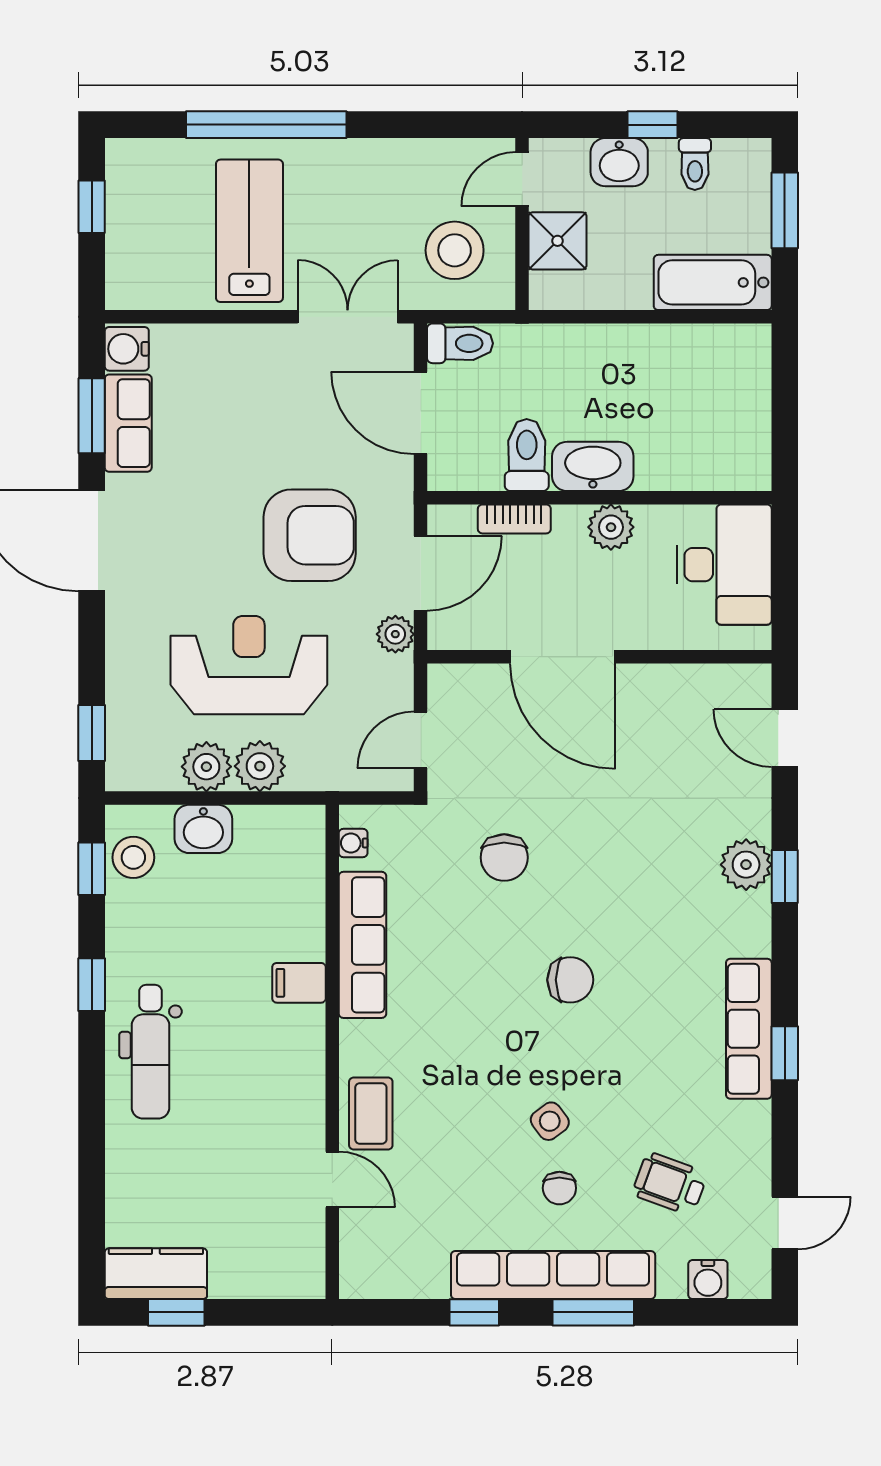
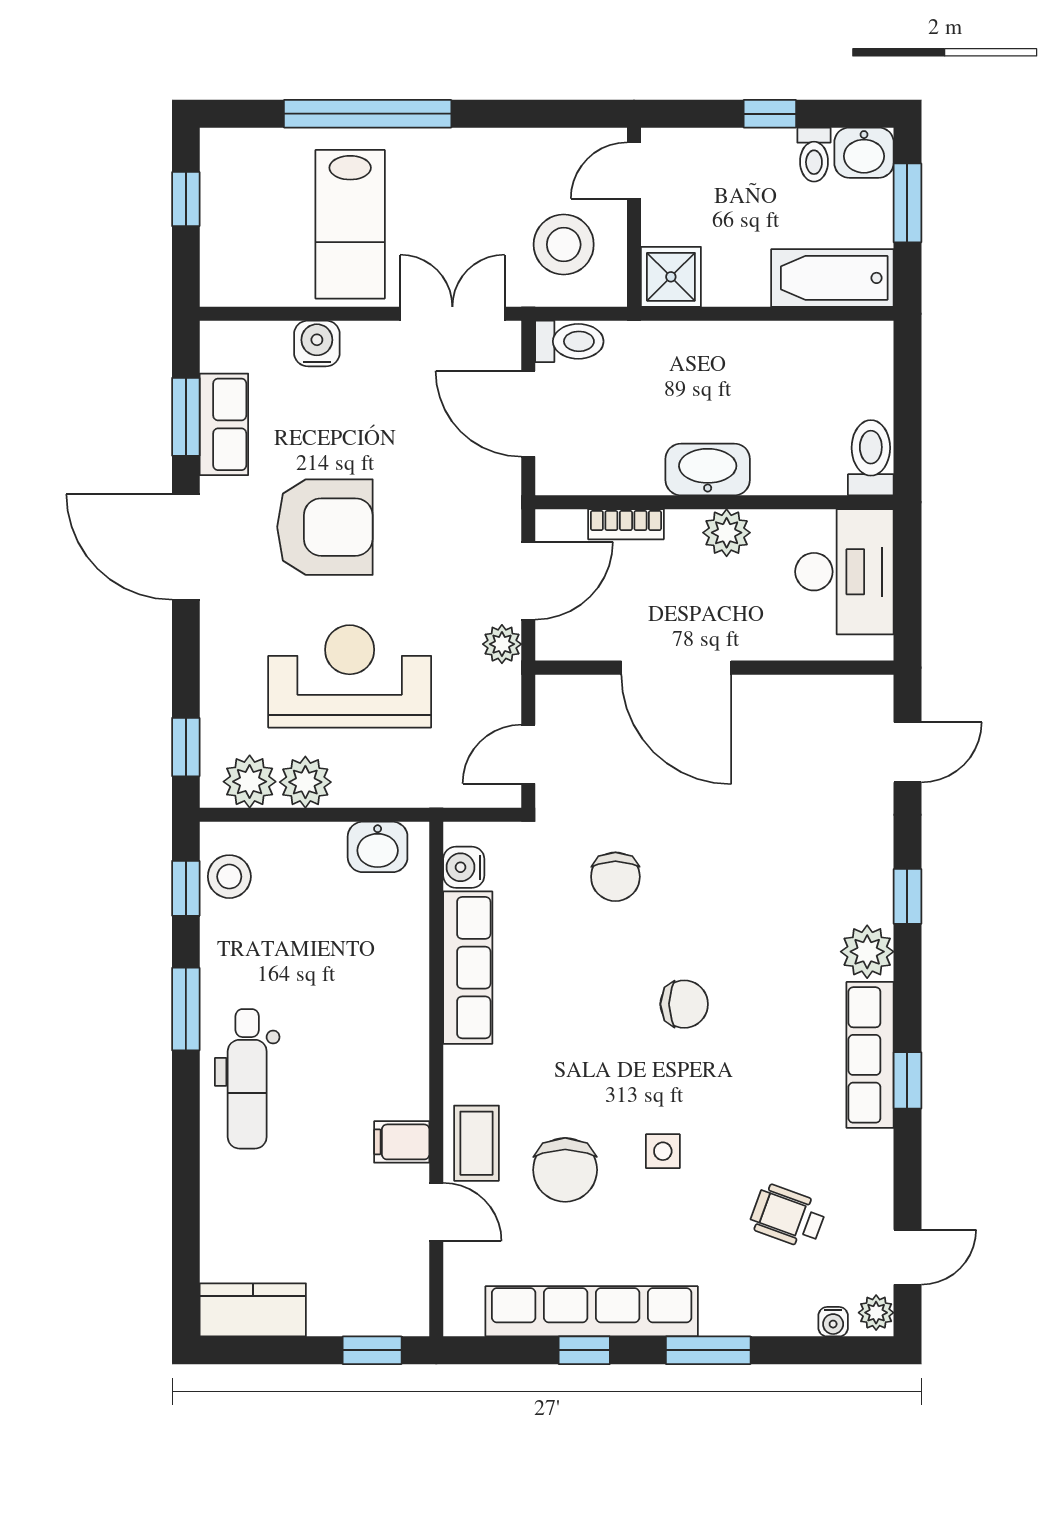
washbasin: (619, 162) -> (864, 153), moved
lab bench: (249, 231) -> (350, 224), turned 180
shower: (558, 241) -> (671, 277), moved
water cooler: (127, 349) -> (317, 343), moved, turned 90
toilet: (527, 455) -> (871, 458), moved
armchair: (310, 535) -> (325, 527), moved
door: (785, 738) -> (907, 752), swing flipped
plant: (260, 766) -> (250, 782), moved
washbasin: (203, 829) -> (378, 847), moved
water cooler: (353, 843) -> (464, 867), width x1.38, depth x1.38
plant: (746, 865) -> (867, 952), moved
filing cabinet: (299, 983) -> (402, 1142), moved
window: (92, 985) -> (186, 1009), width x1.50
side table: (550, 1121) -> (663, 1151), turned 37
chair: (559, 1188) -> (565, 1170), moved, width x1.87, depth x1.87
row of seats: (553, 1275) -> (592, 1311), moved
plant: (755, 1276) -> (876, 1313), added
water cooler: (708, 1280) -> (833, 1322), width x0.72, depth x0.72
window: (176, 1312) -> (372, 1350), moved

